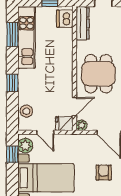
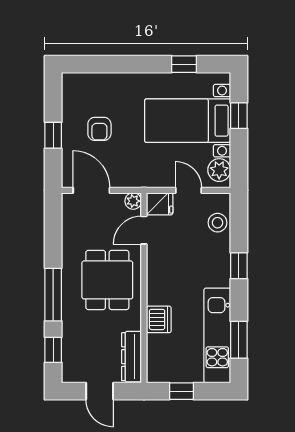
dishwasher: (65, 19) -> (159, 319), moved
window: (12, 154) -> (239, 116), moved

